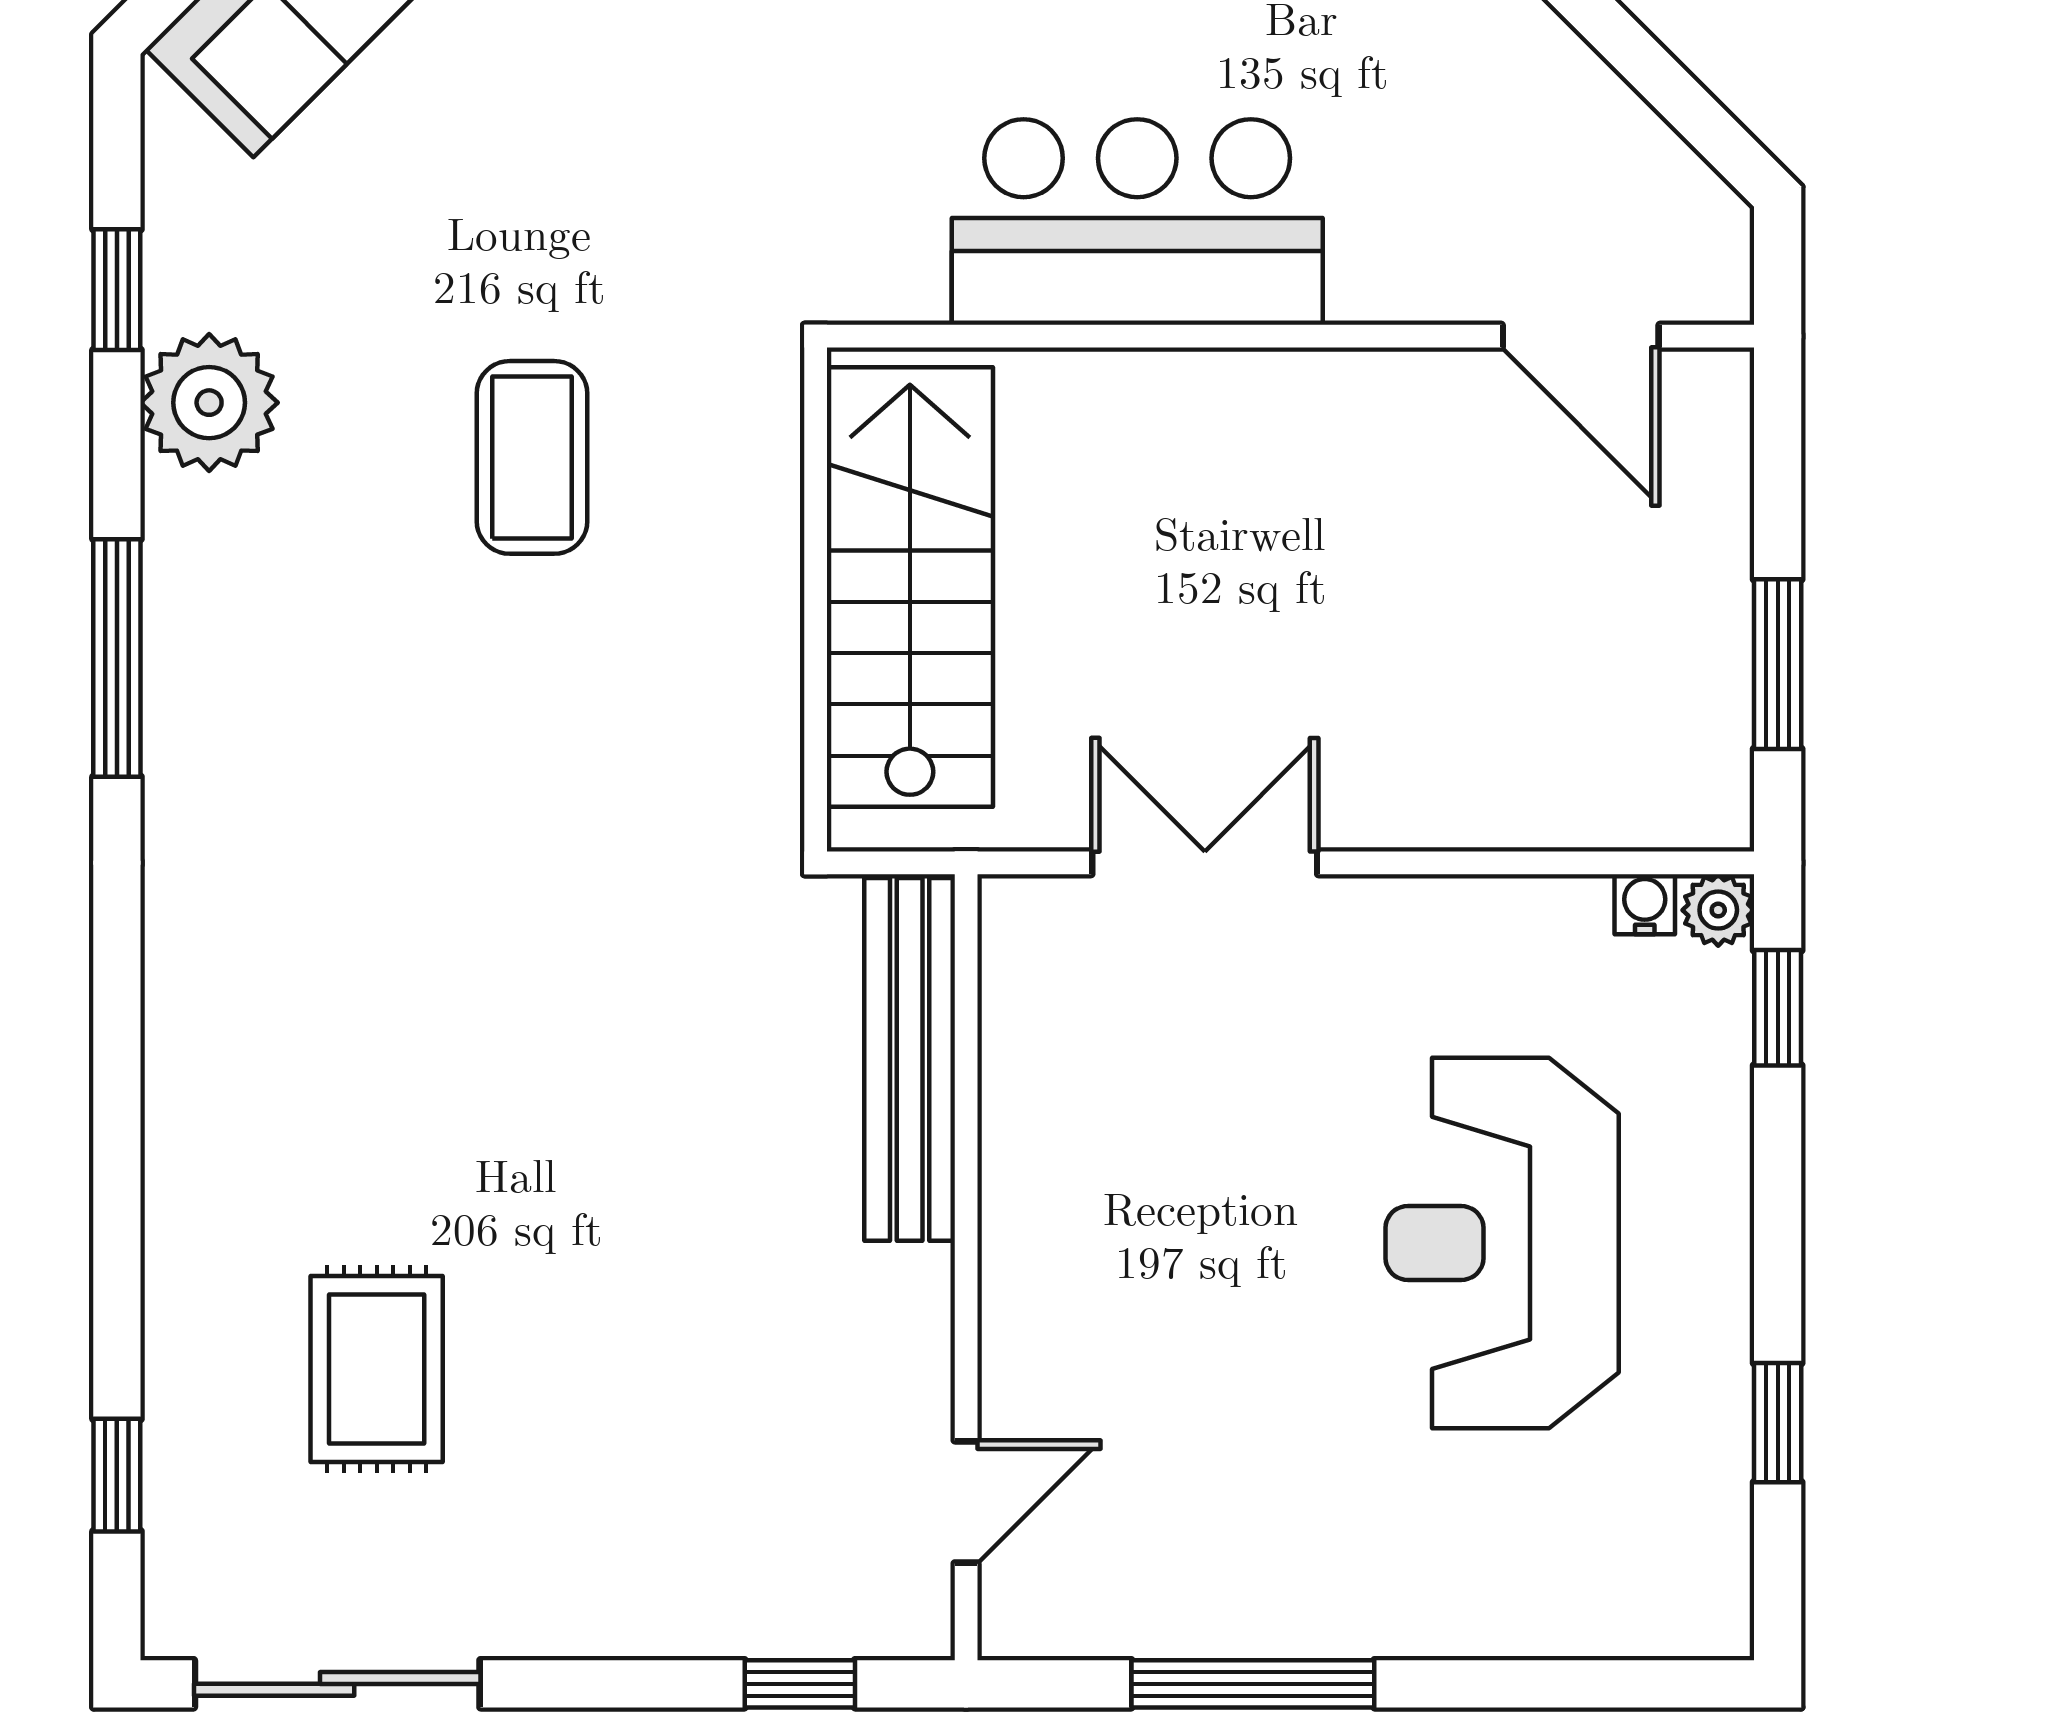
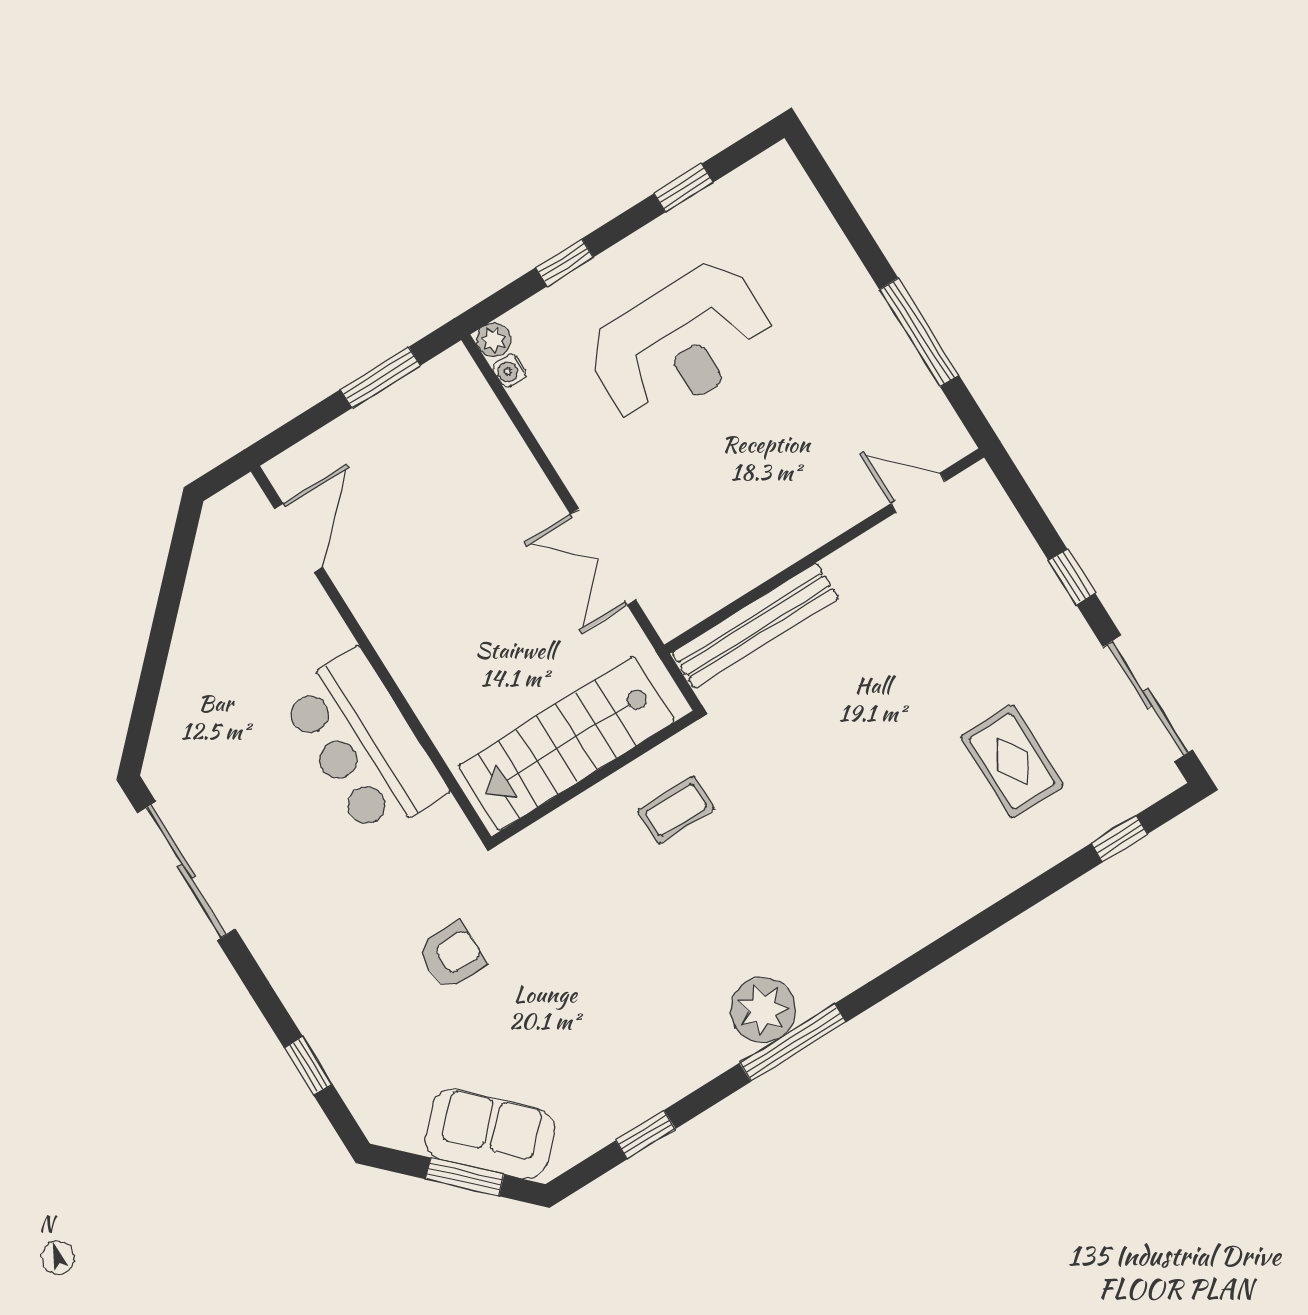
armchair: (657, 142) -> (452, 956), added
plant: (209, 403) -> (763, 1010), moved
coffee table: (532, 457) -> (676, 810), moved, width x0.73, depth x0.77
window: (1778, 1008) -> (564, 262), moved
rug: (377, 1369) -> (1012, 761), turned 90
window: (800, 1684) -> (1072, 577), moved

